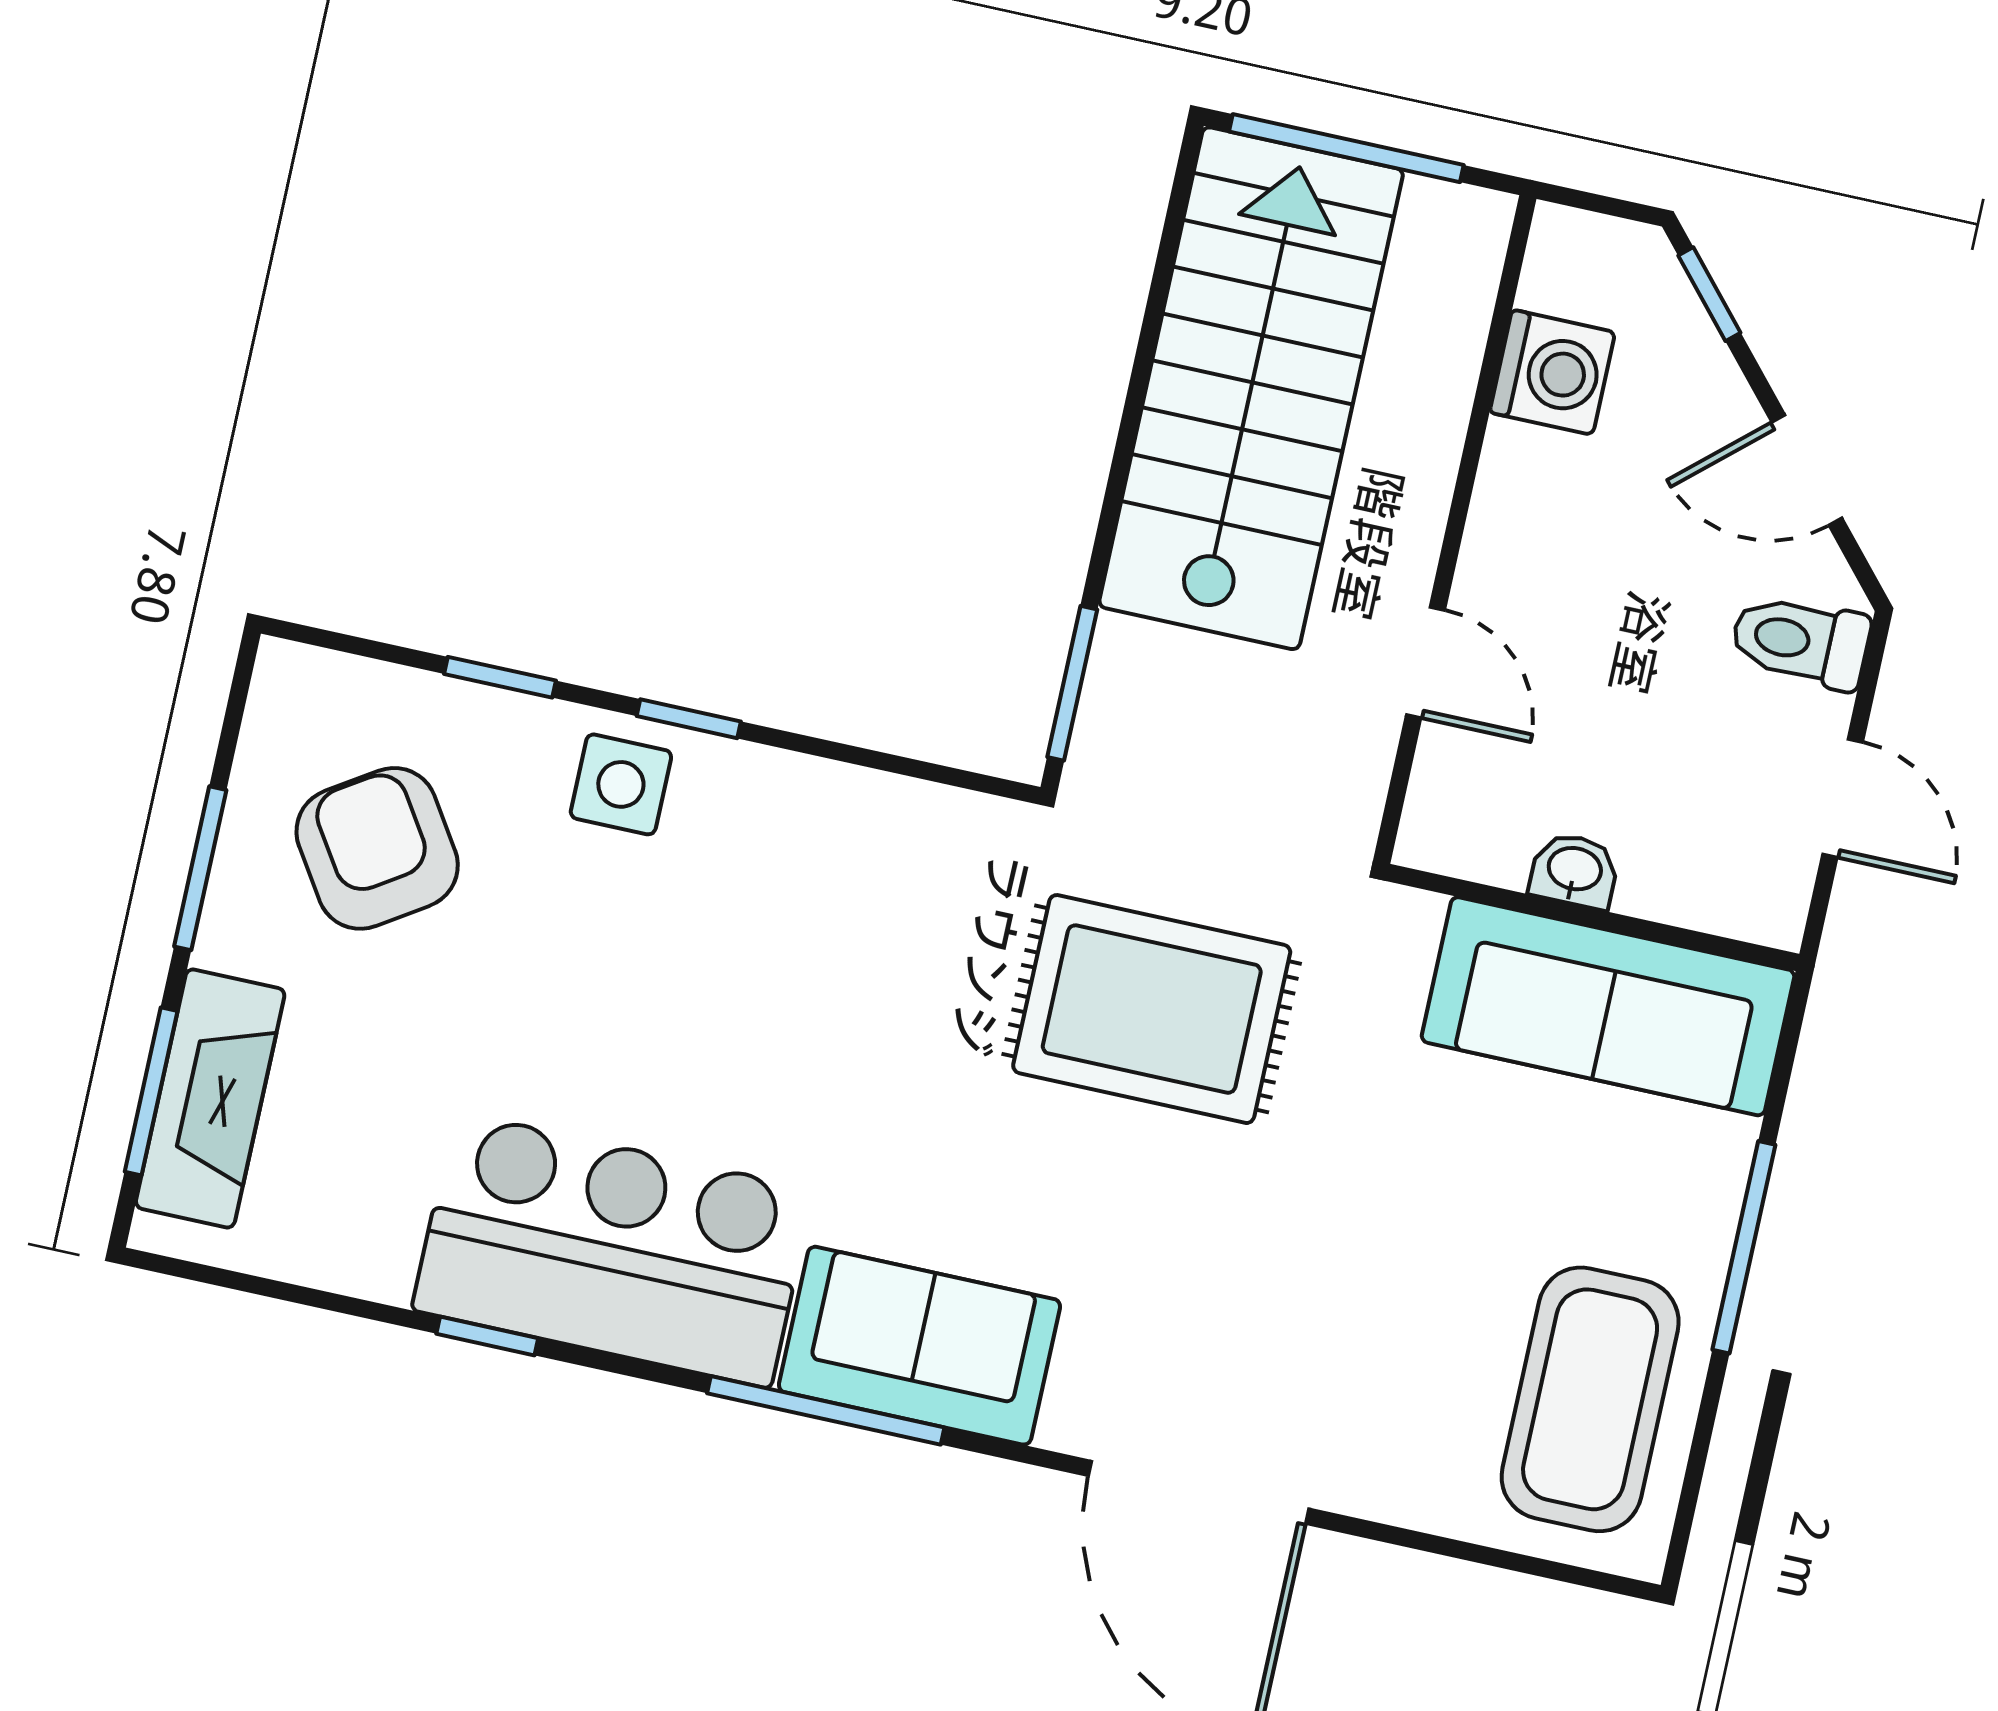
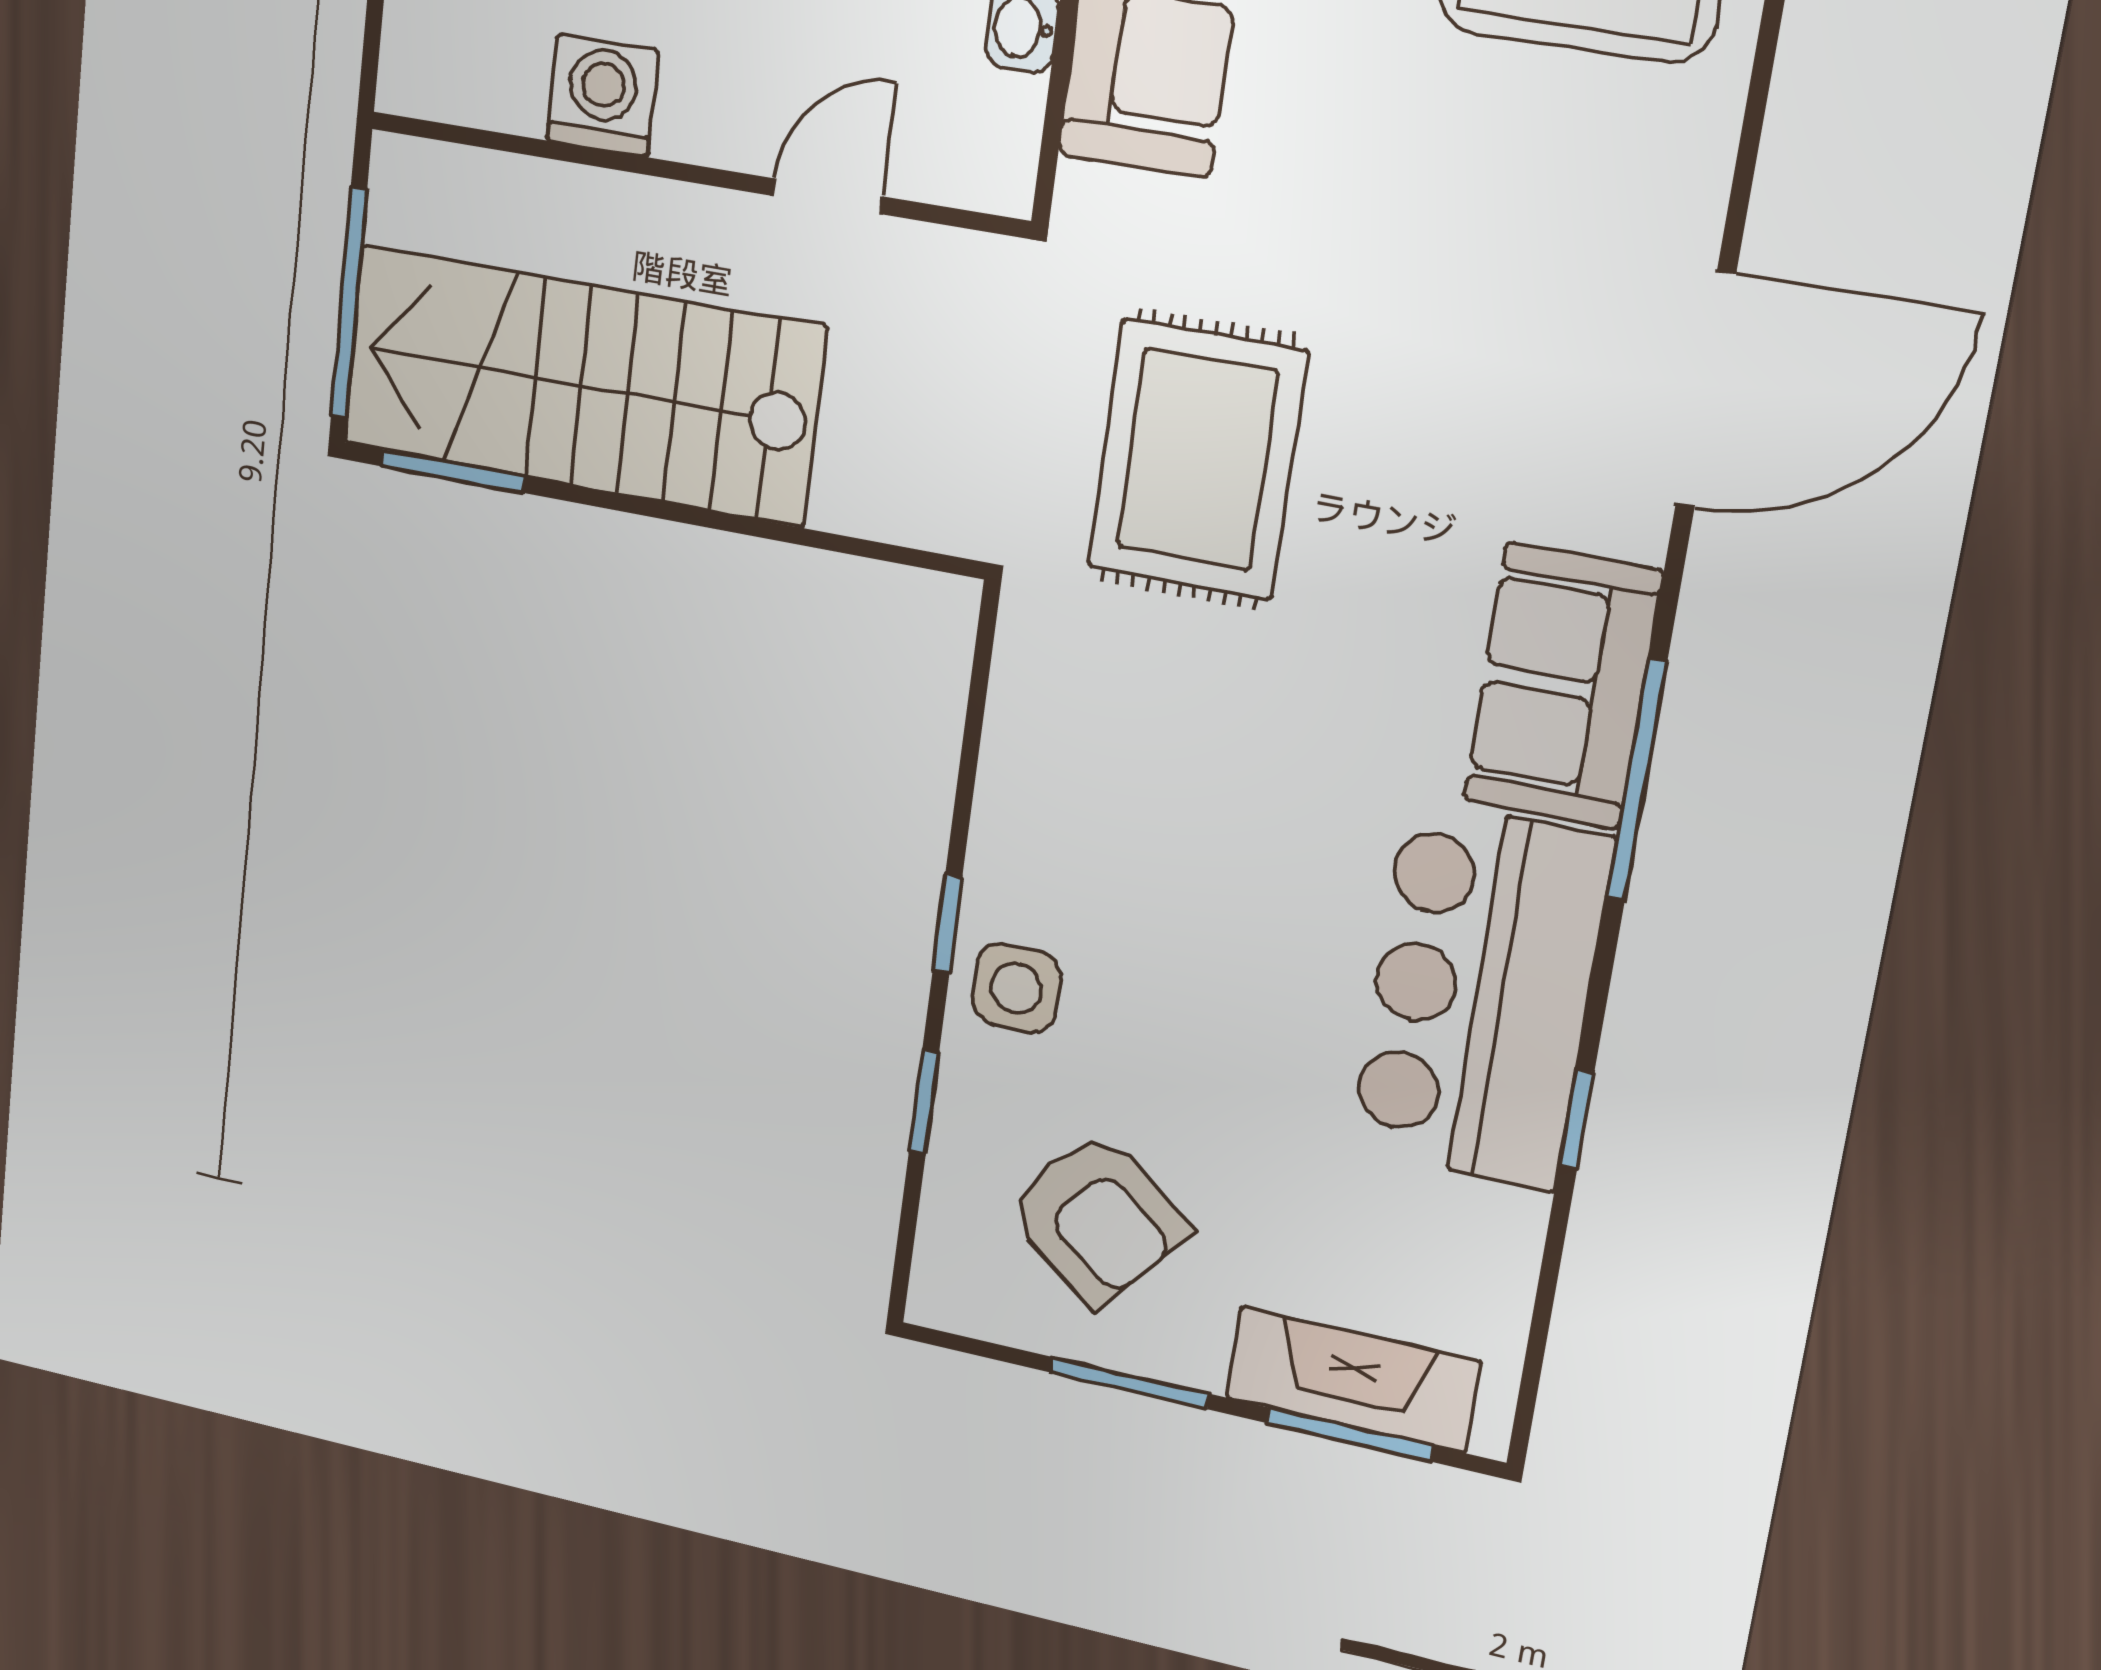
washing machine: (1552, 372) -> (602, 96), moved
window: (1072, 683) -> (453, 471), moved
armchair: (377, 848) -> (1097, 1219), turned -108

